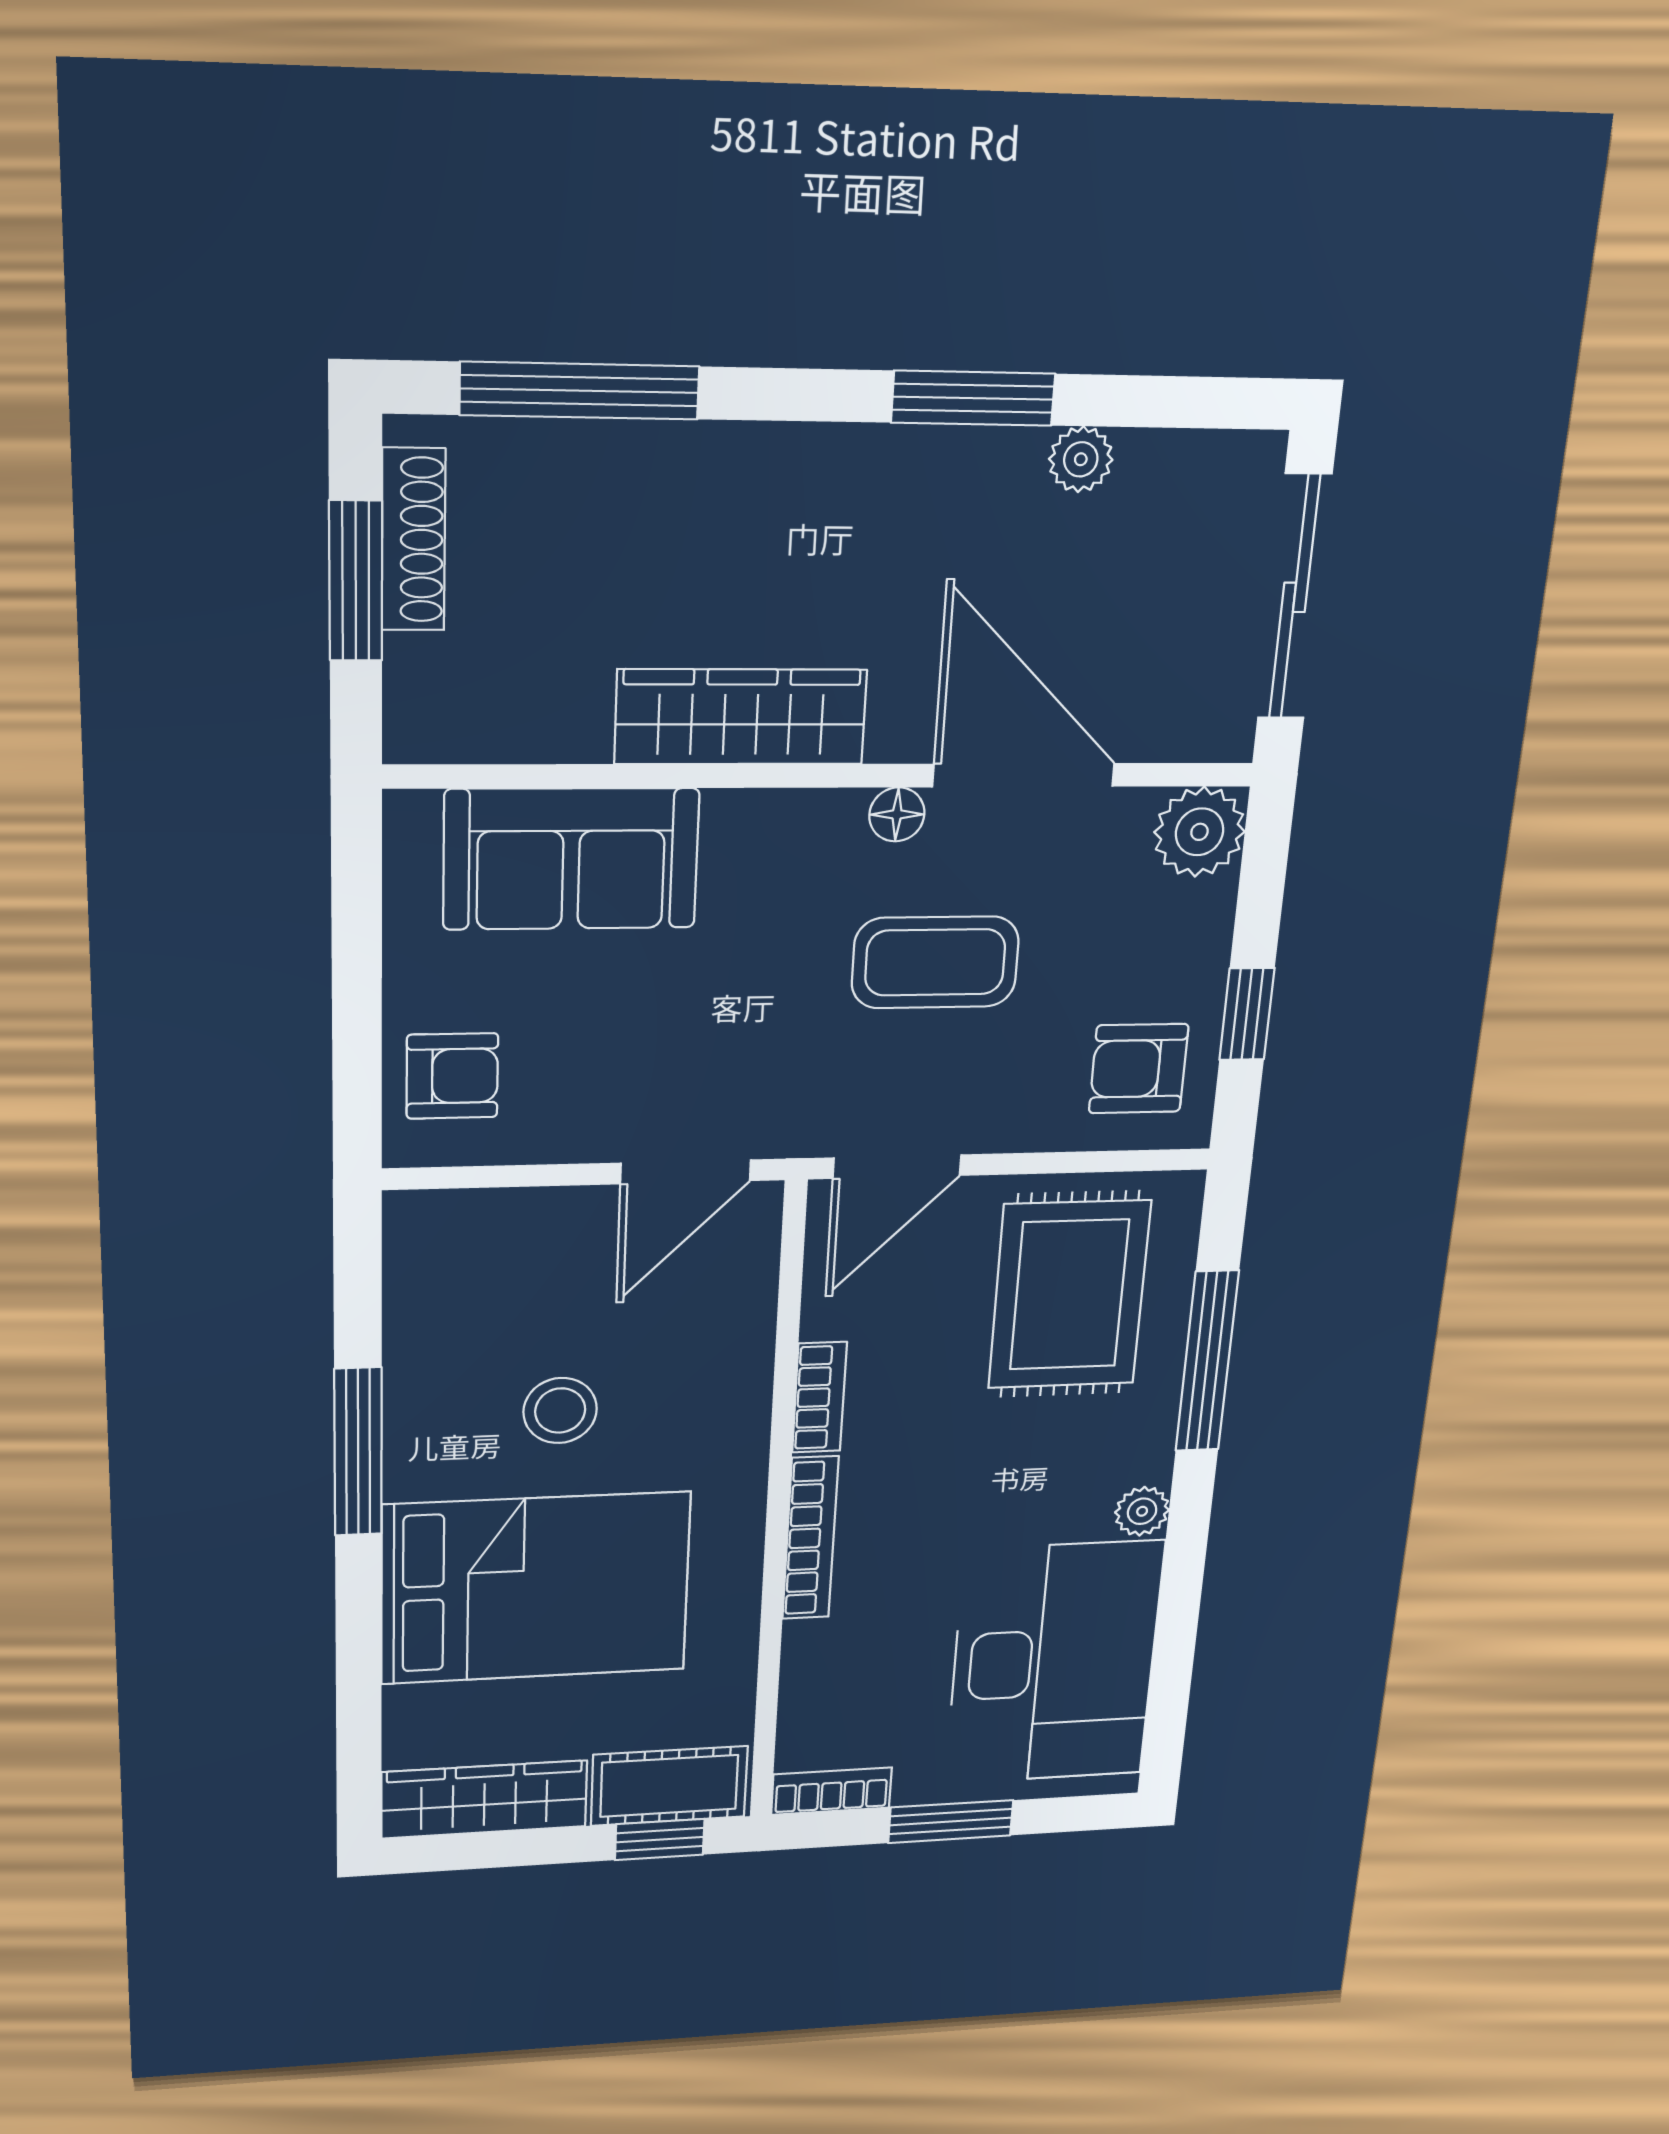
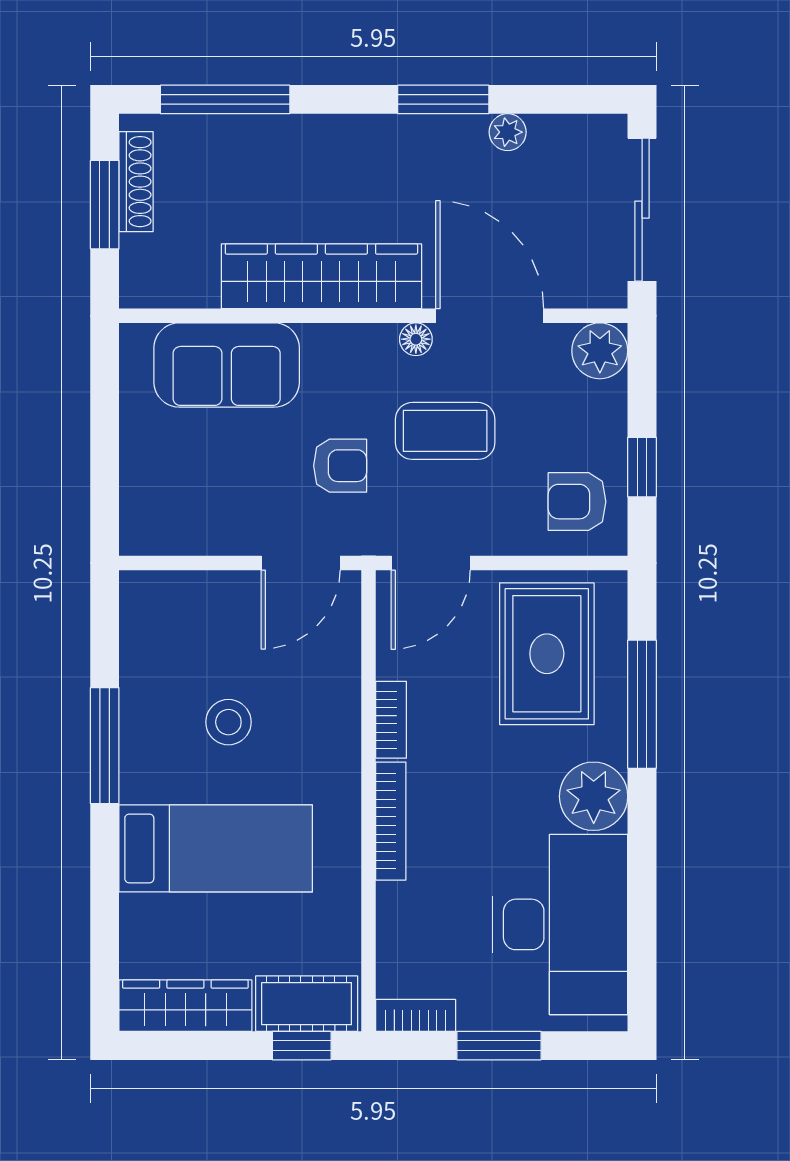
wardrobe: (741, 717) -> (321, 276), width x1.40, depth x1.17
armchair: (452, 1076) -> (340, 466), moved
plant: (1142, 1511) -> (594, 796), width x1.87, depth x1.87
bed: (536, 1588) -> (216, 848), width x0.67

